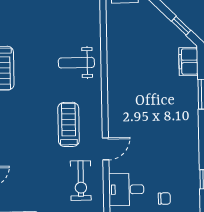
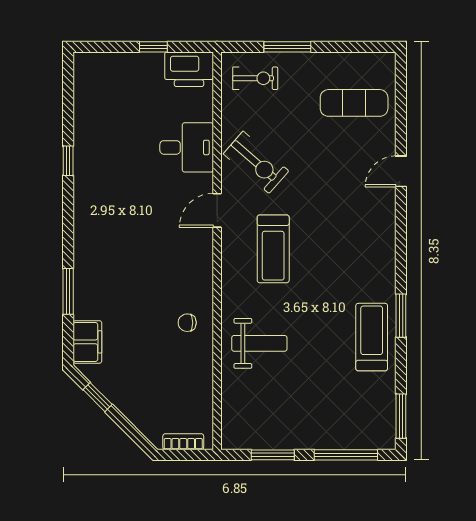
exercise bike: (81, 181) -> (256, 162), turned 131
chair: (164, 199) -> (187, 323), moved

